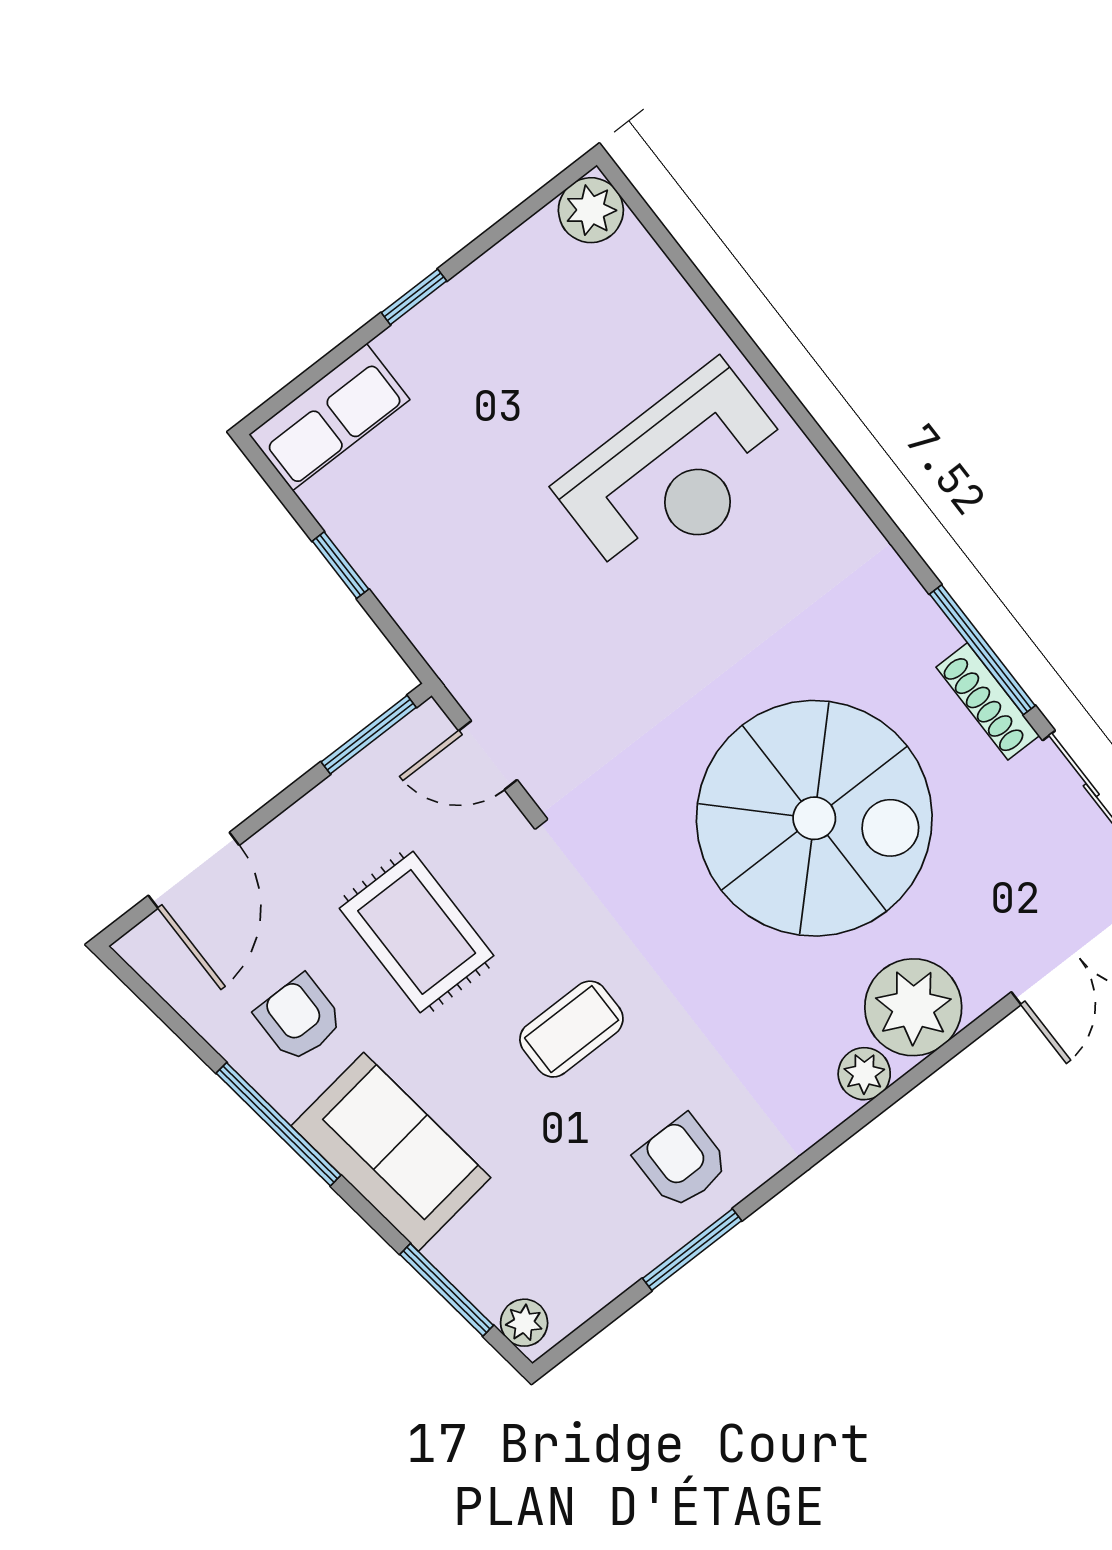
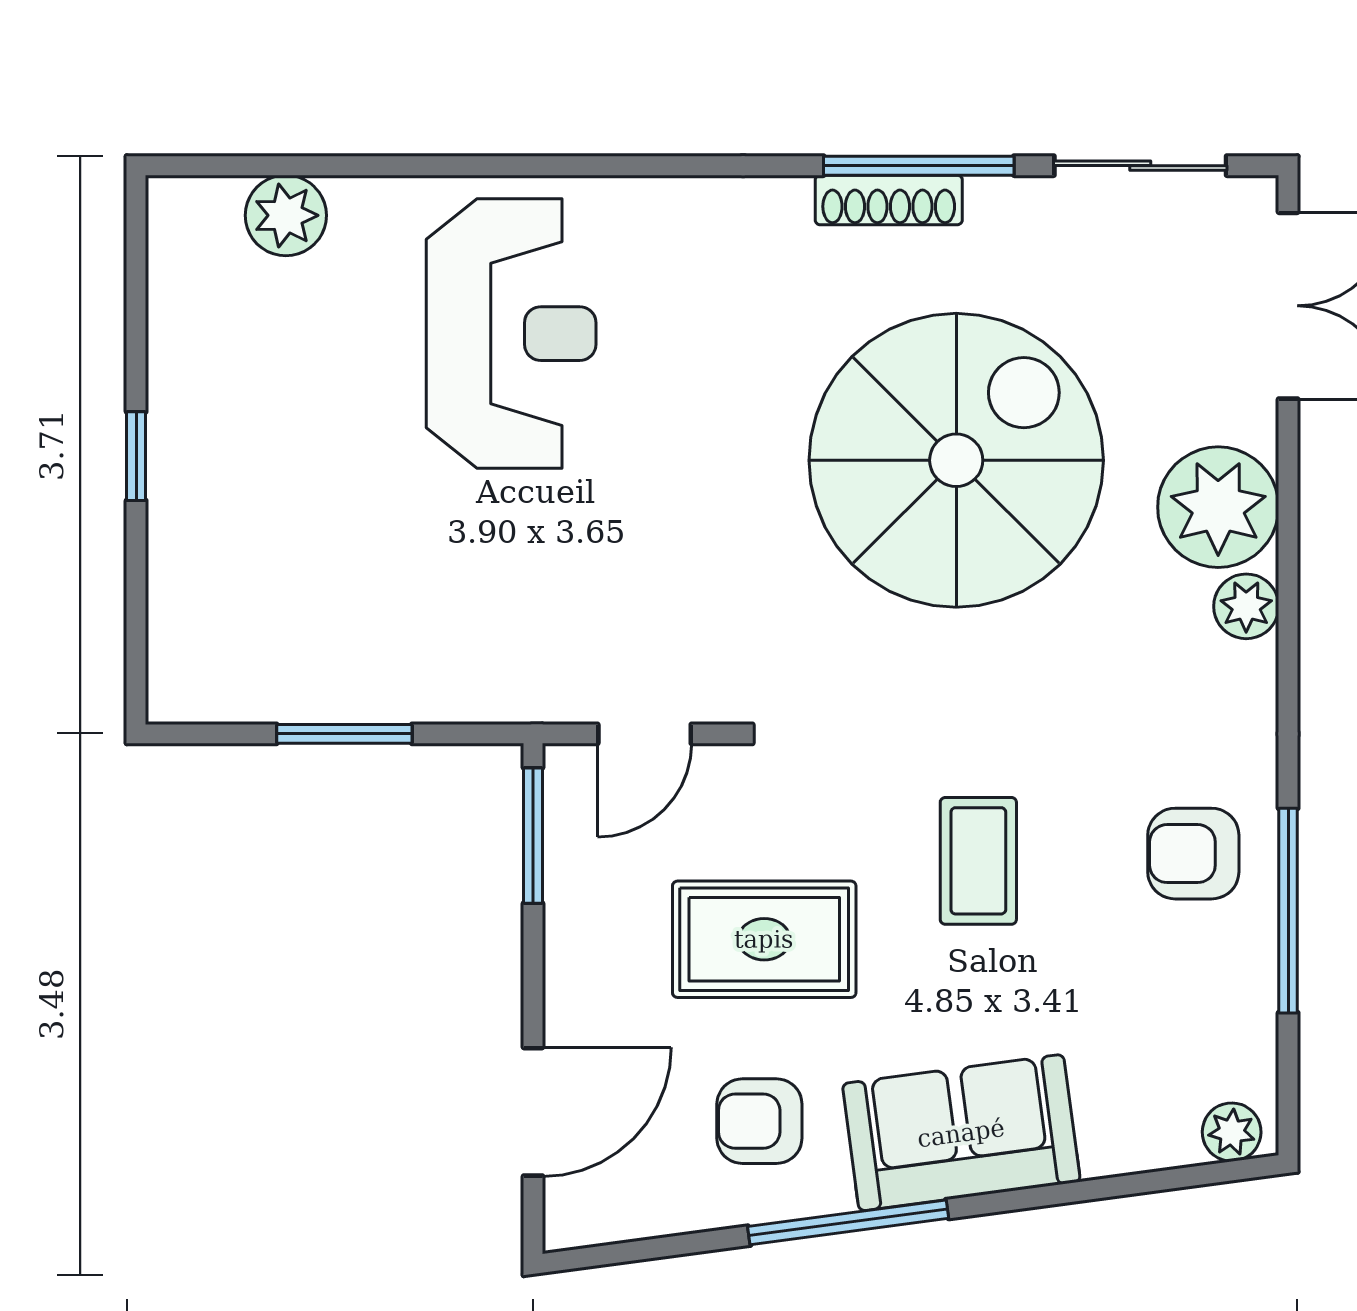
plant: (591, 210) -> (286, 215), moved
row of seats: (329, 417) -> (190, 632), removed
window: (340, 565) -> (344, 734), width x1.50
shoe rack: (988, 701) -> (889, 200), moved
door: (194, 870) -> (533, 1112), hinge flipped
window: (692, 1250) -> (1288, 911), width x1.44
window: (447, 1290) -> (1140, 1183), removed

